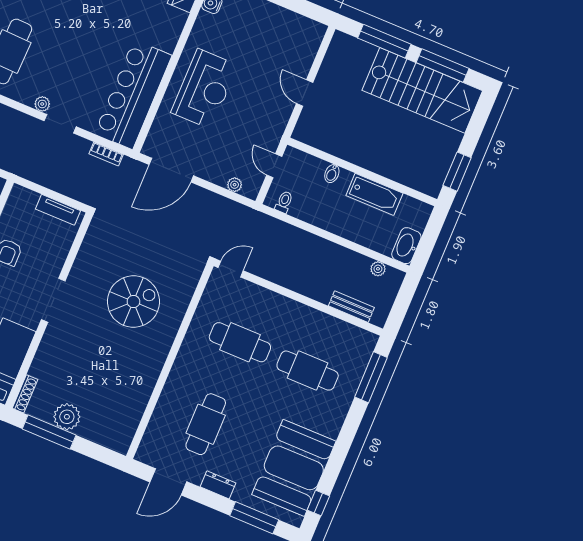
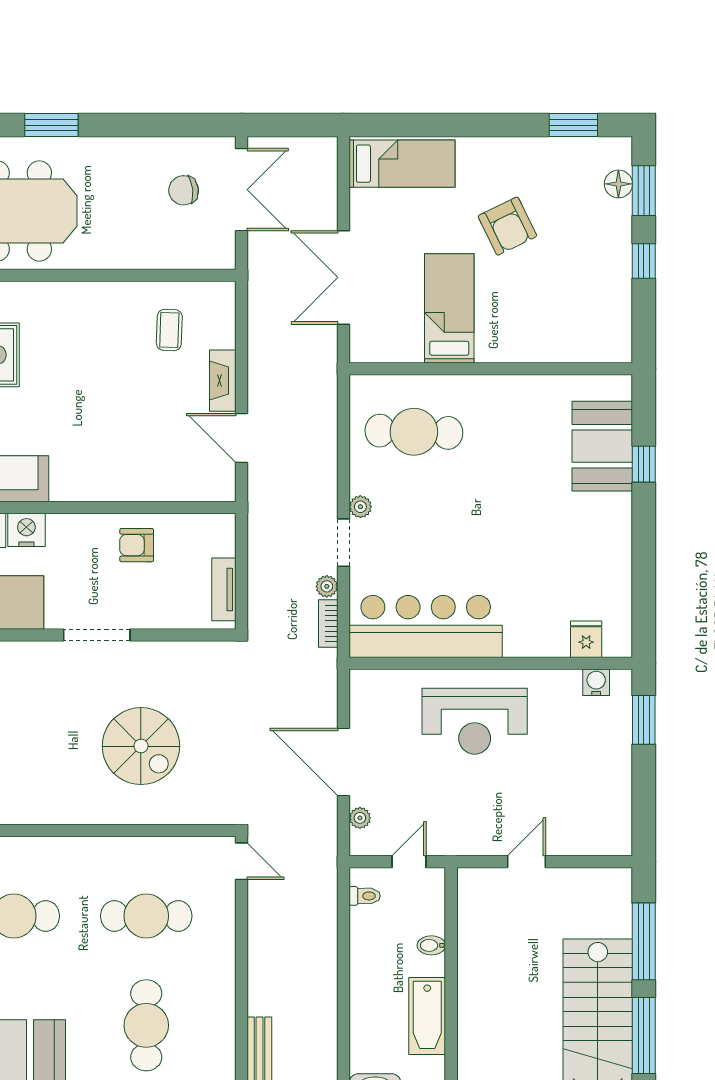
door: (171, 170) -> (343, 762), moved
plant: (378, 269) -> (327, 586), moved
cafe table: (240, 342) -> (146, 916), turned 90

